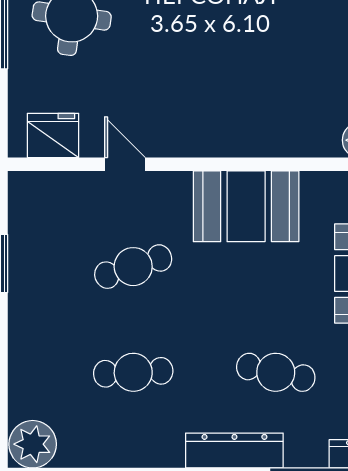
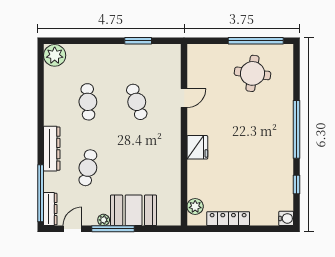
fridge: (53, 135) -> (197, 147), moved
booth: (246, 206) -> (165, 154), removed

